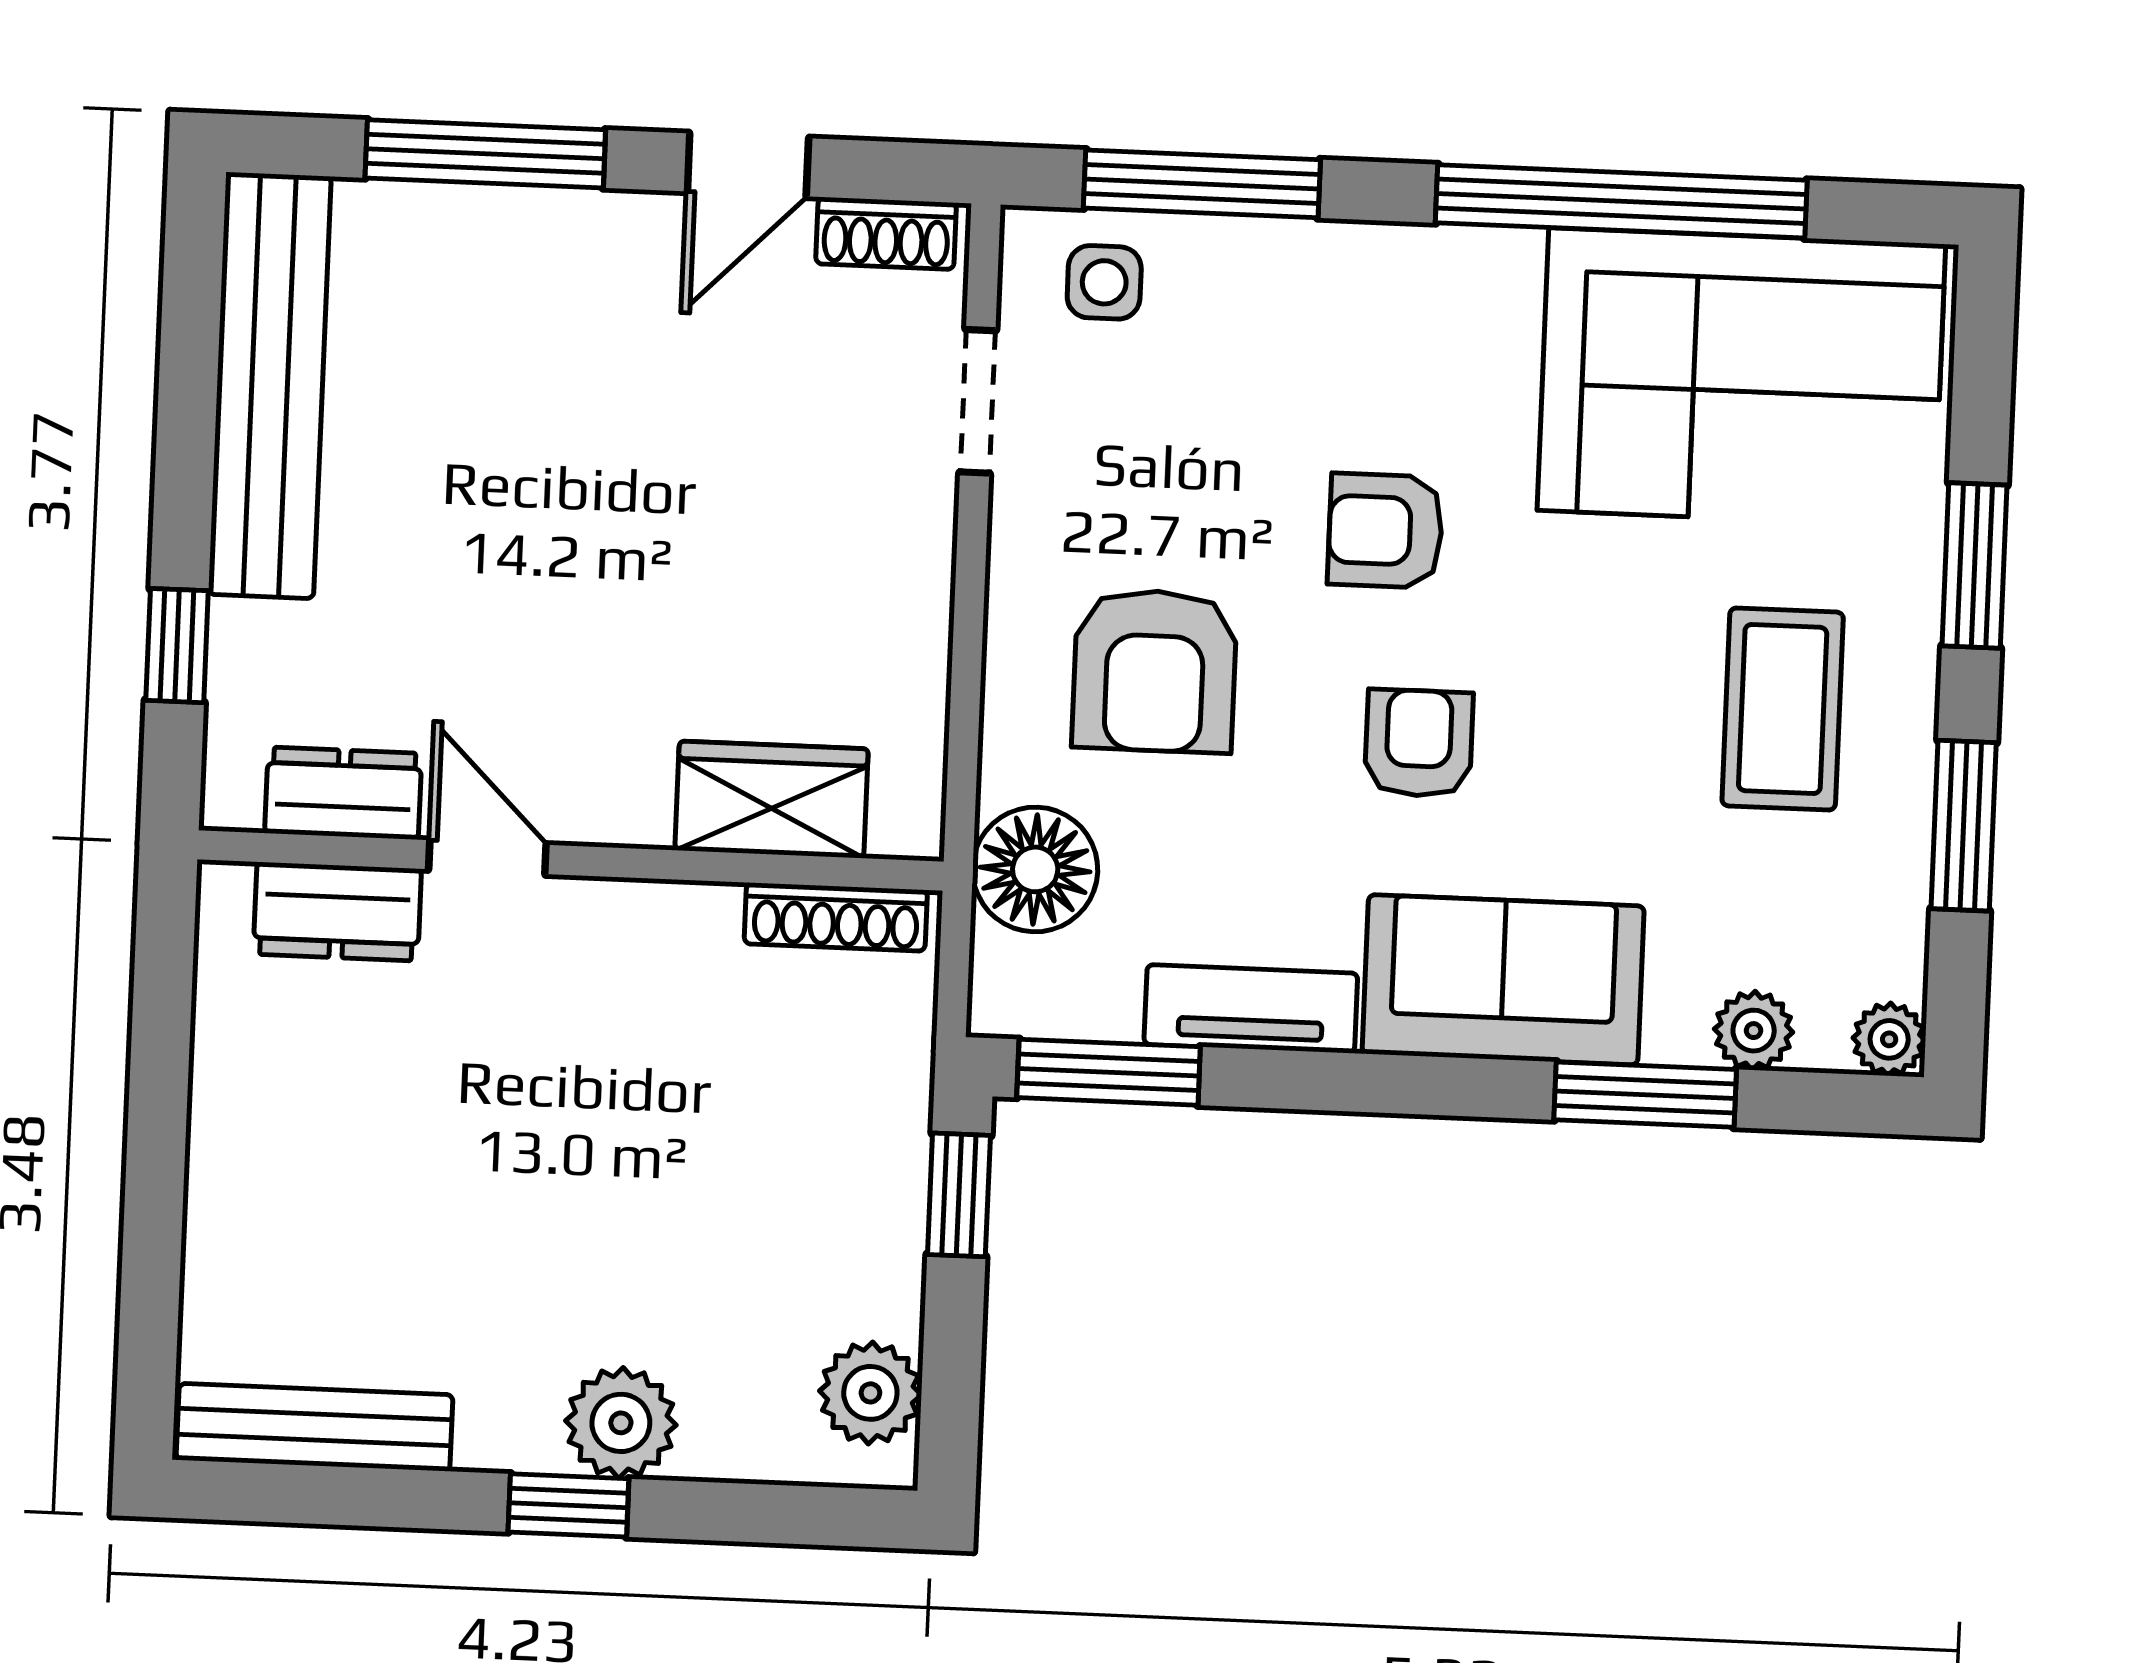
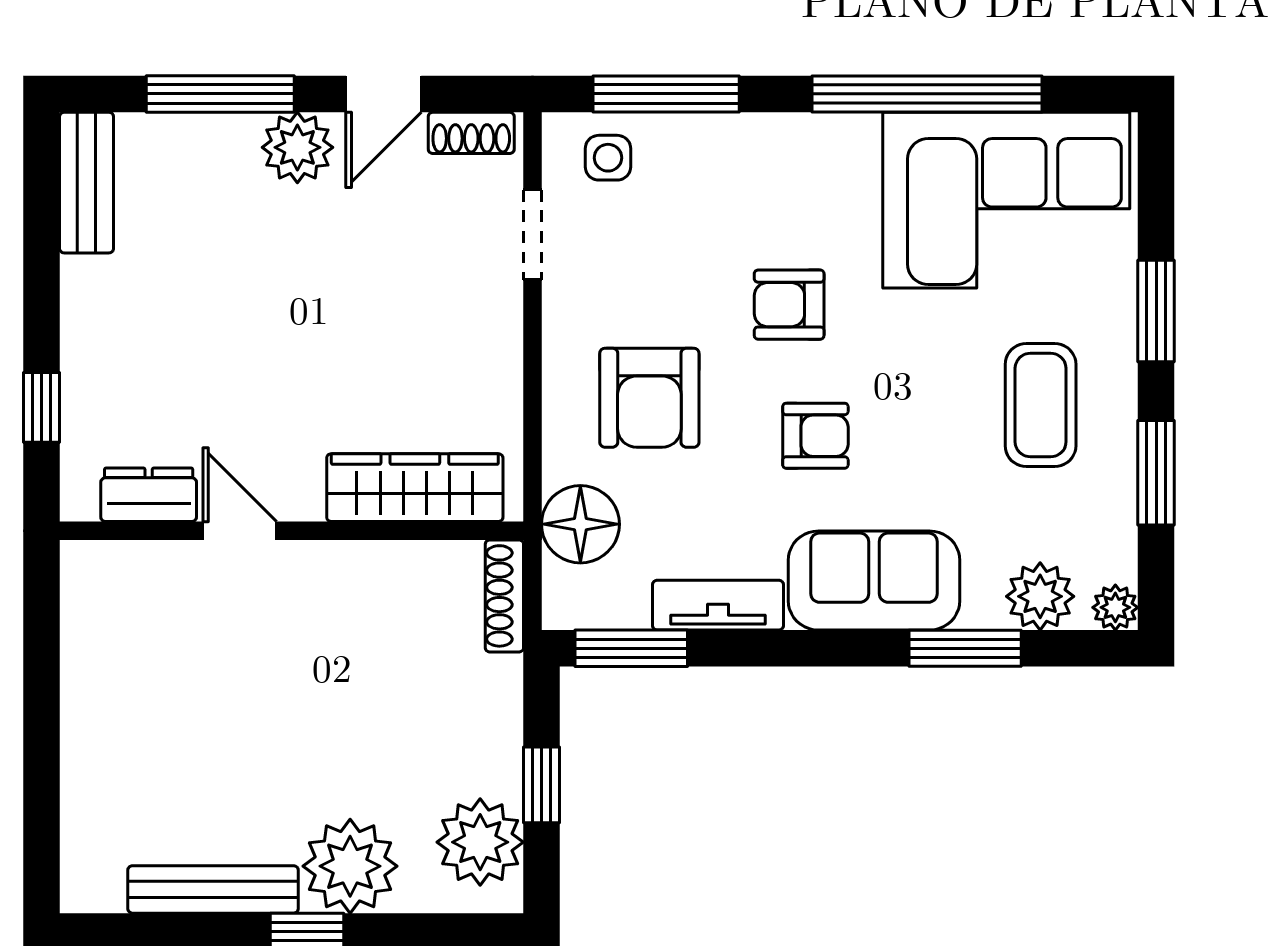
plant: (606, 245) -> (297, 147), added
bench: (270, 385) -> (87, 183), width x0.54, depth x0.82
armchair: (1419, 743) -> (815, 436), turned 90
wardrobe: (772, 800) -> (415, 488), width x1.50
dresser: (337, 912) -> (148, 569), removed
shoe rack: (836, 917) -> (504, 596), moved, turned 90
plant: (1754, 1031) -> (1040, 596), width x1.38, depth x1.38
window: (959, 1195) -> (542, 785), moved
plant: (870, 1393) -> (480, 842), width x1.36, depth x1.36
plant: (621, 1423) -> (350, 866), width x1.36, depth x1.36
bench: (314, 1427) -> (213, 889), moved

